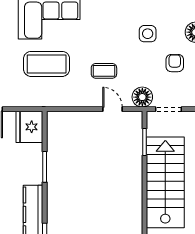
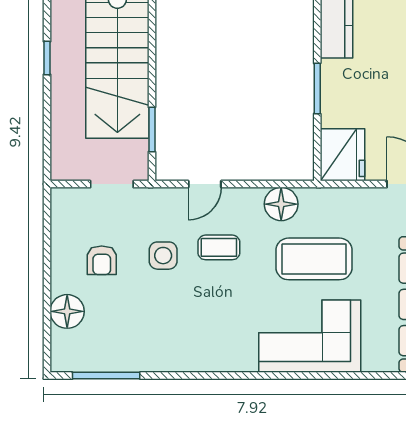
side table: (148, 34) -> (163, 256), moved
floor lamp: (142, 97) -> (281, 204), moved
door: (113, 109) -> (205, 184), hinge flipped

